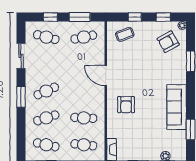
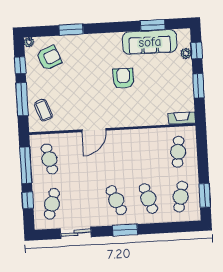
window: (80, 17) -> (26, 165), width x1.44
window: (135, 17) -> (22, 99), width x2.17
armchair: (168, 42) -> (49, 58), turned -83
armchair: (126, 105) -> (123, 78), moved, turned -90
sofa: (177, 107) -> (150, 42), moved
cafe table: (84, 118) -> (146, 154), removed

